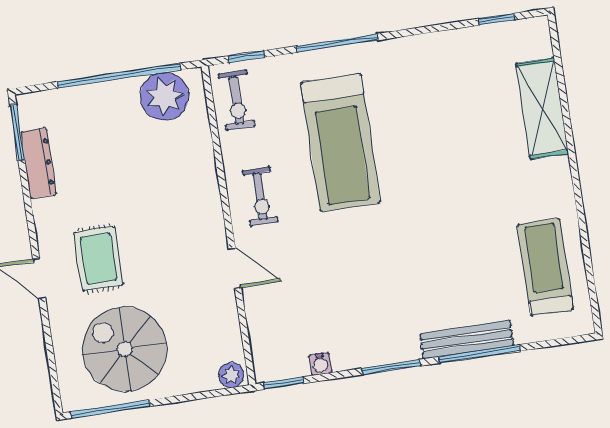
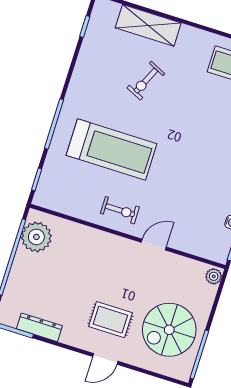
exercise bike: (236, 100) -> (146, 81), moved, turned 115

